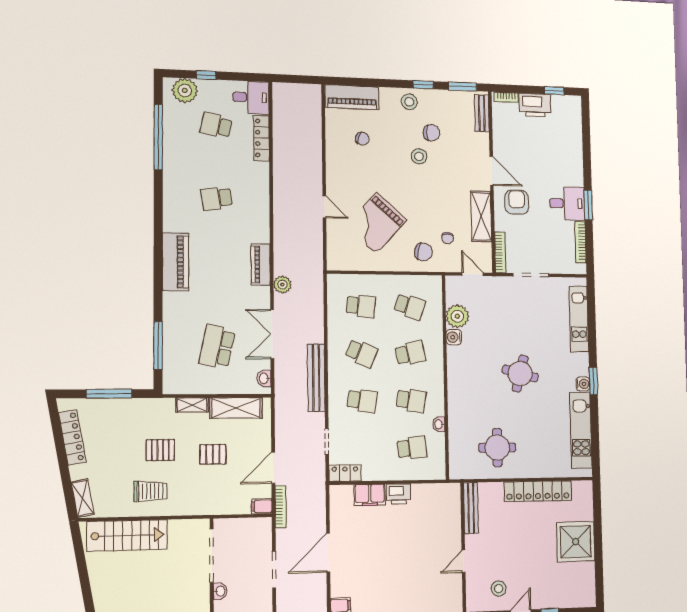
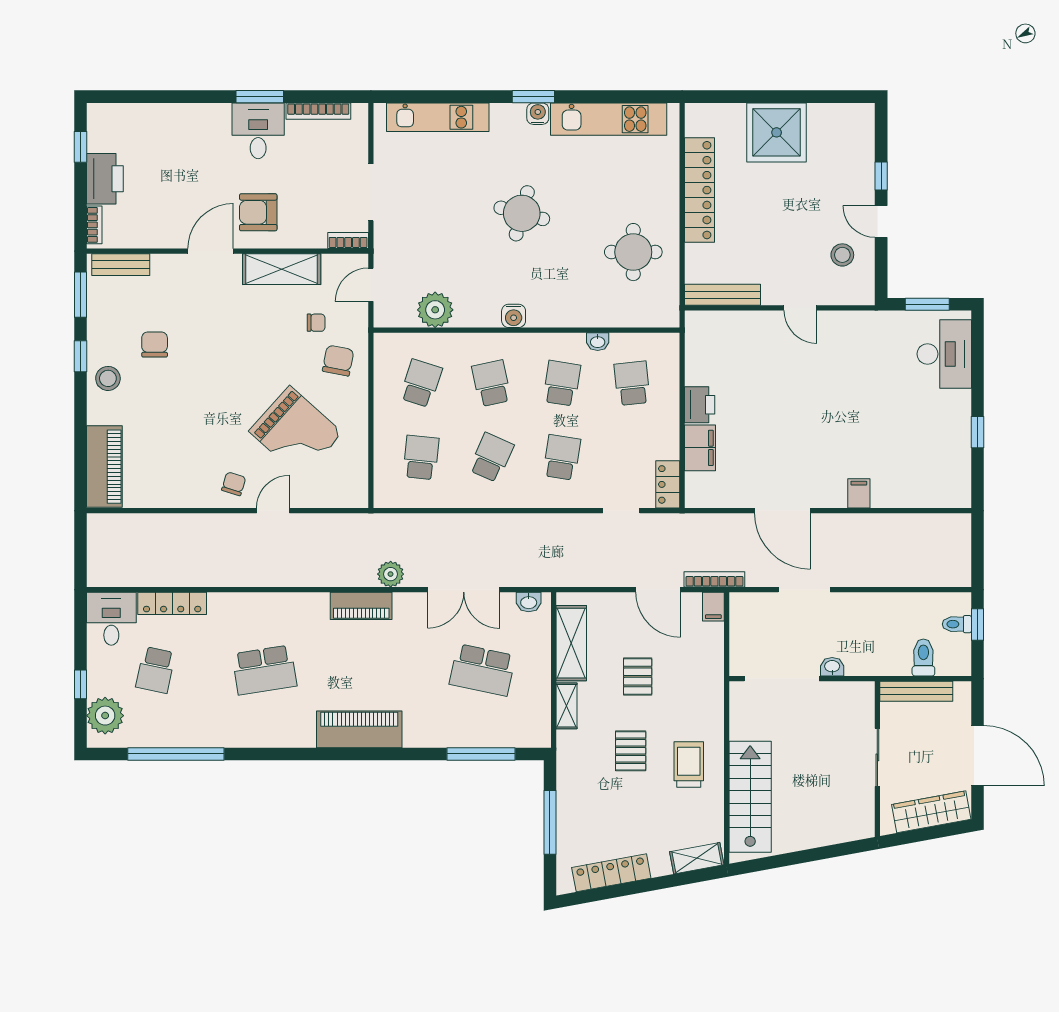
chair: (362, 139) -> (234, 484), moved
stool: (419, 156) -> (192, 365), removed
school desk: (216, 198) -> (264, 670), width x1.85
bookcase: (500, 252) -> (348, 240), width x0.64
water cooler: (454, 337) -> (514, 316), moved
bench: (316, 378) -> (528, 525), removed

